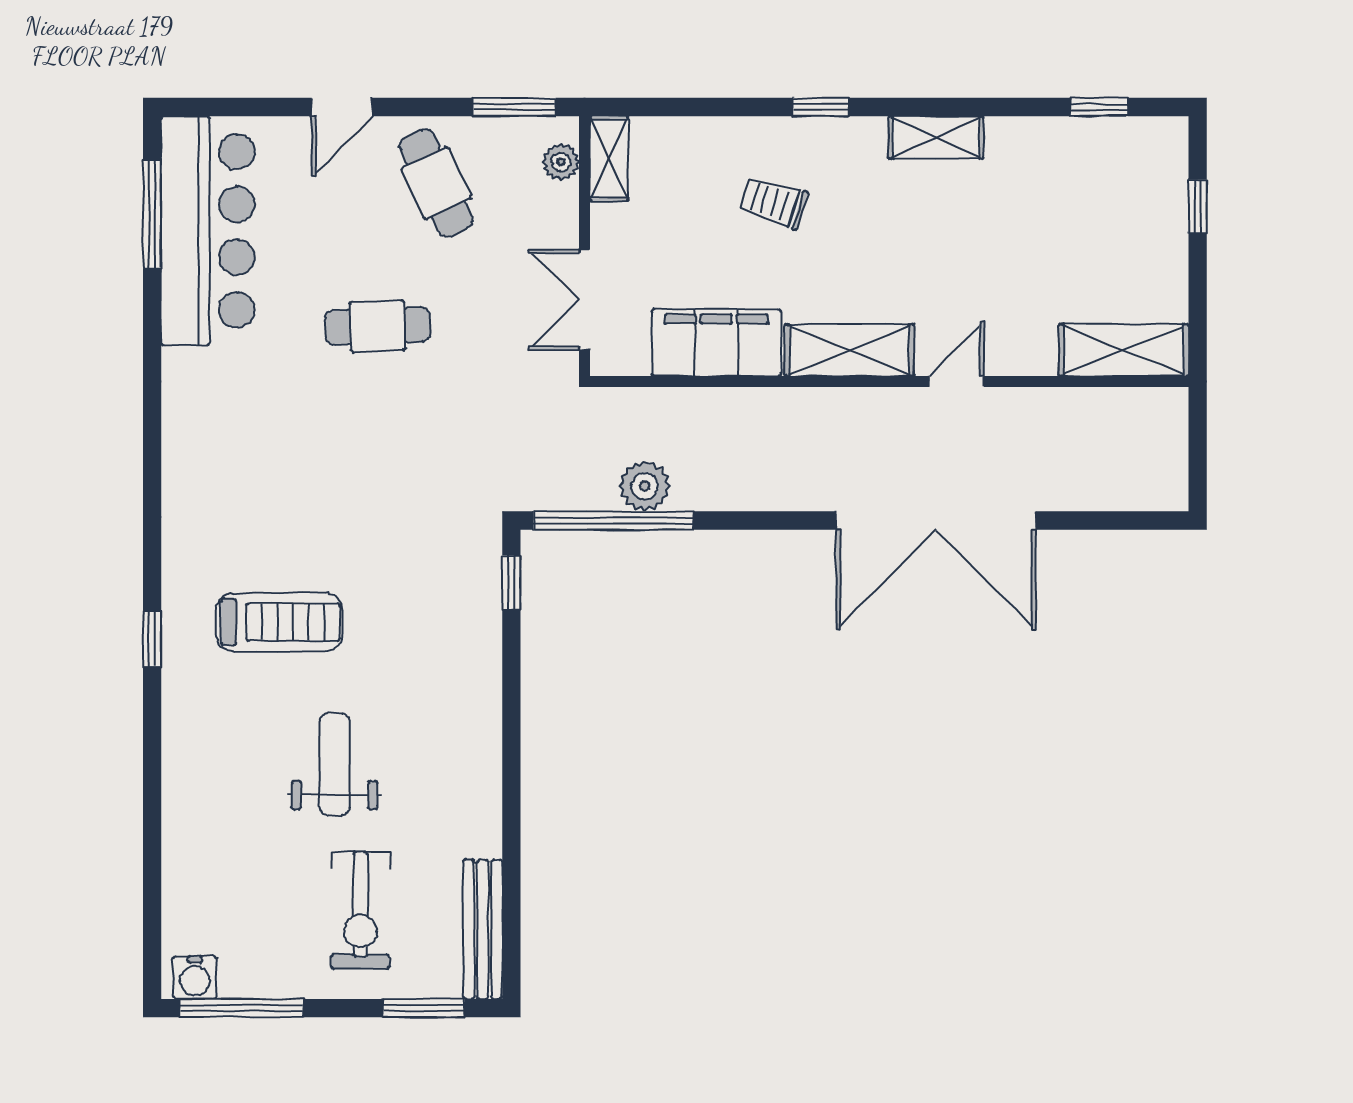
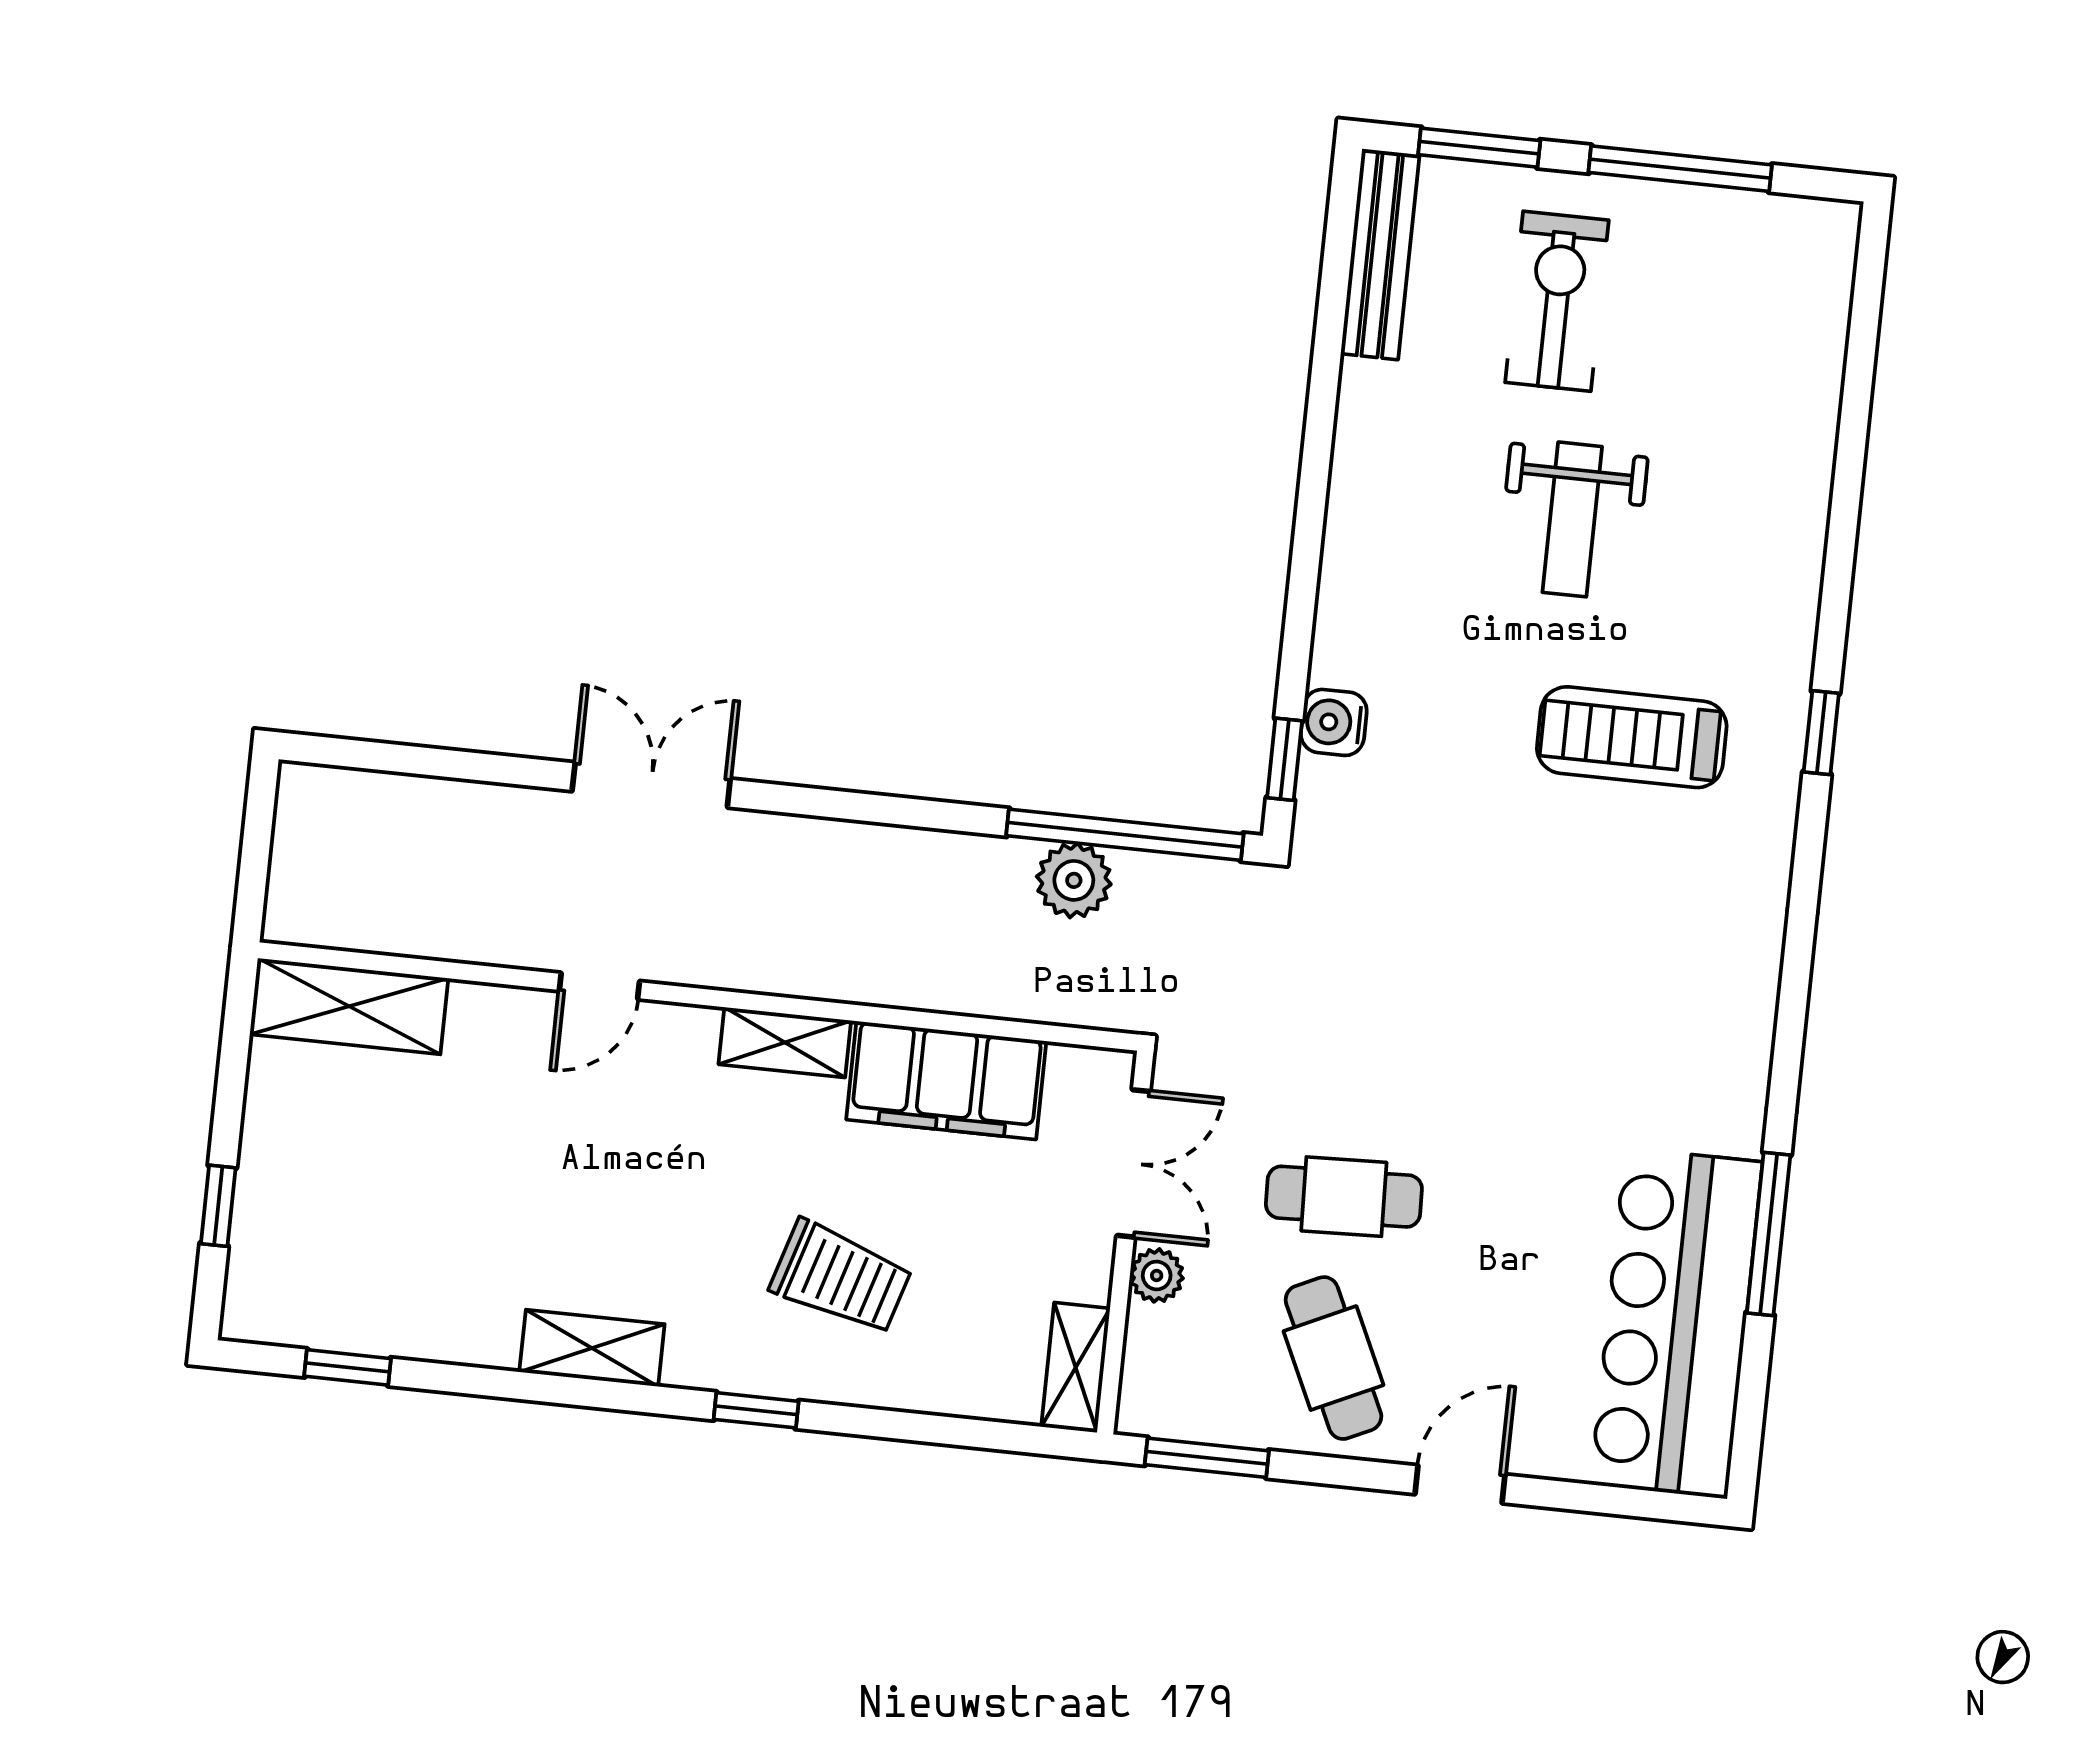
plant: (561, 162) -> (1157, 1275), moved
trolley: (773, 202) -> (841, 1278), width x1.36, depth x1.39
window: (152, 214) -> (1769, 1234), moved
cafe table: (377, 326) -> (1344, 1197), moved
shelving: (849, 350) -> (785, 1042), width x0.67, depth x0.75
double door: (936, 521) -> (651, 785), width x0.54
water cooler: (195, 978) -> (1334, 722), moved, turned -90
window: (242, 1008) -> (1680, 169), moved

